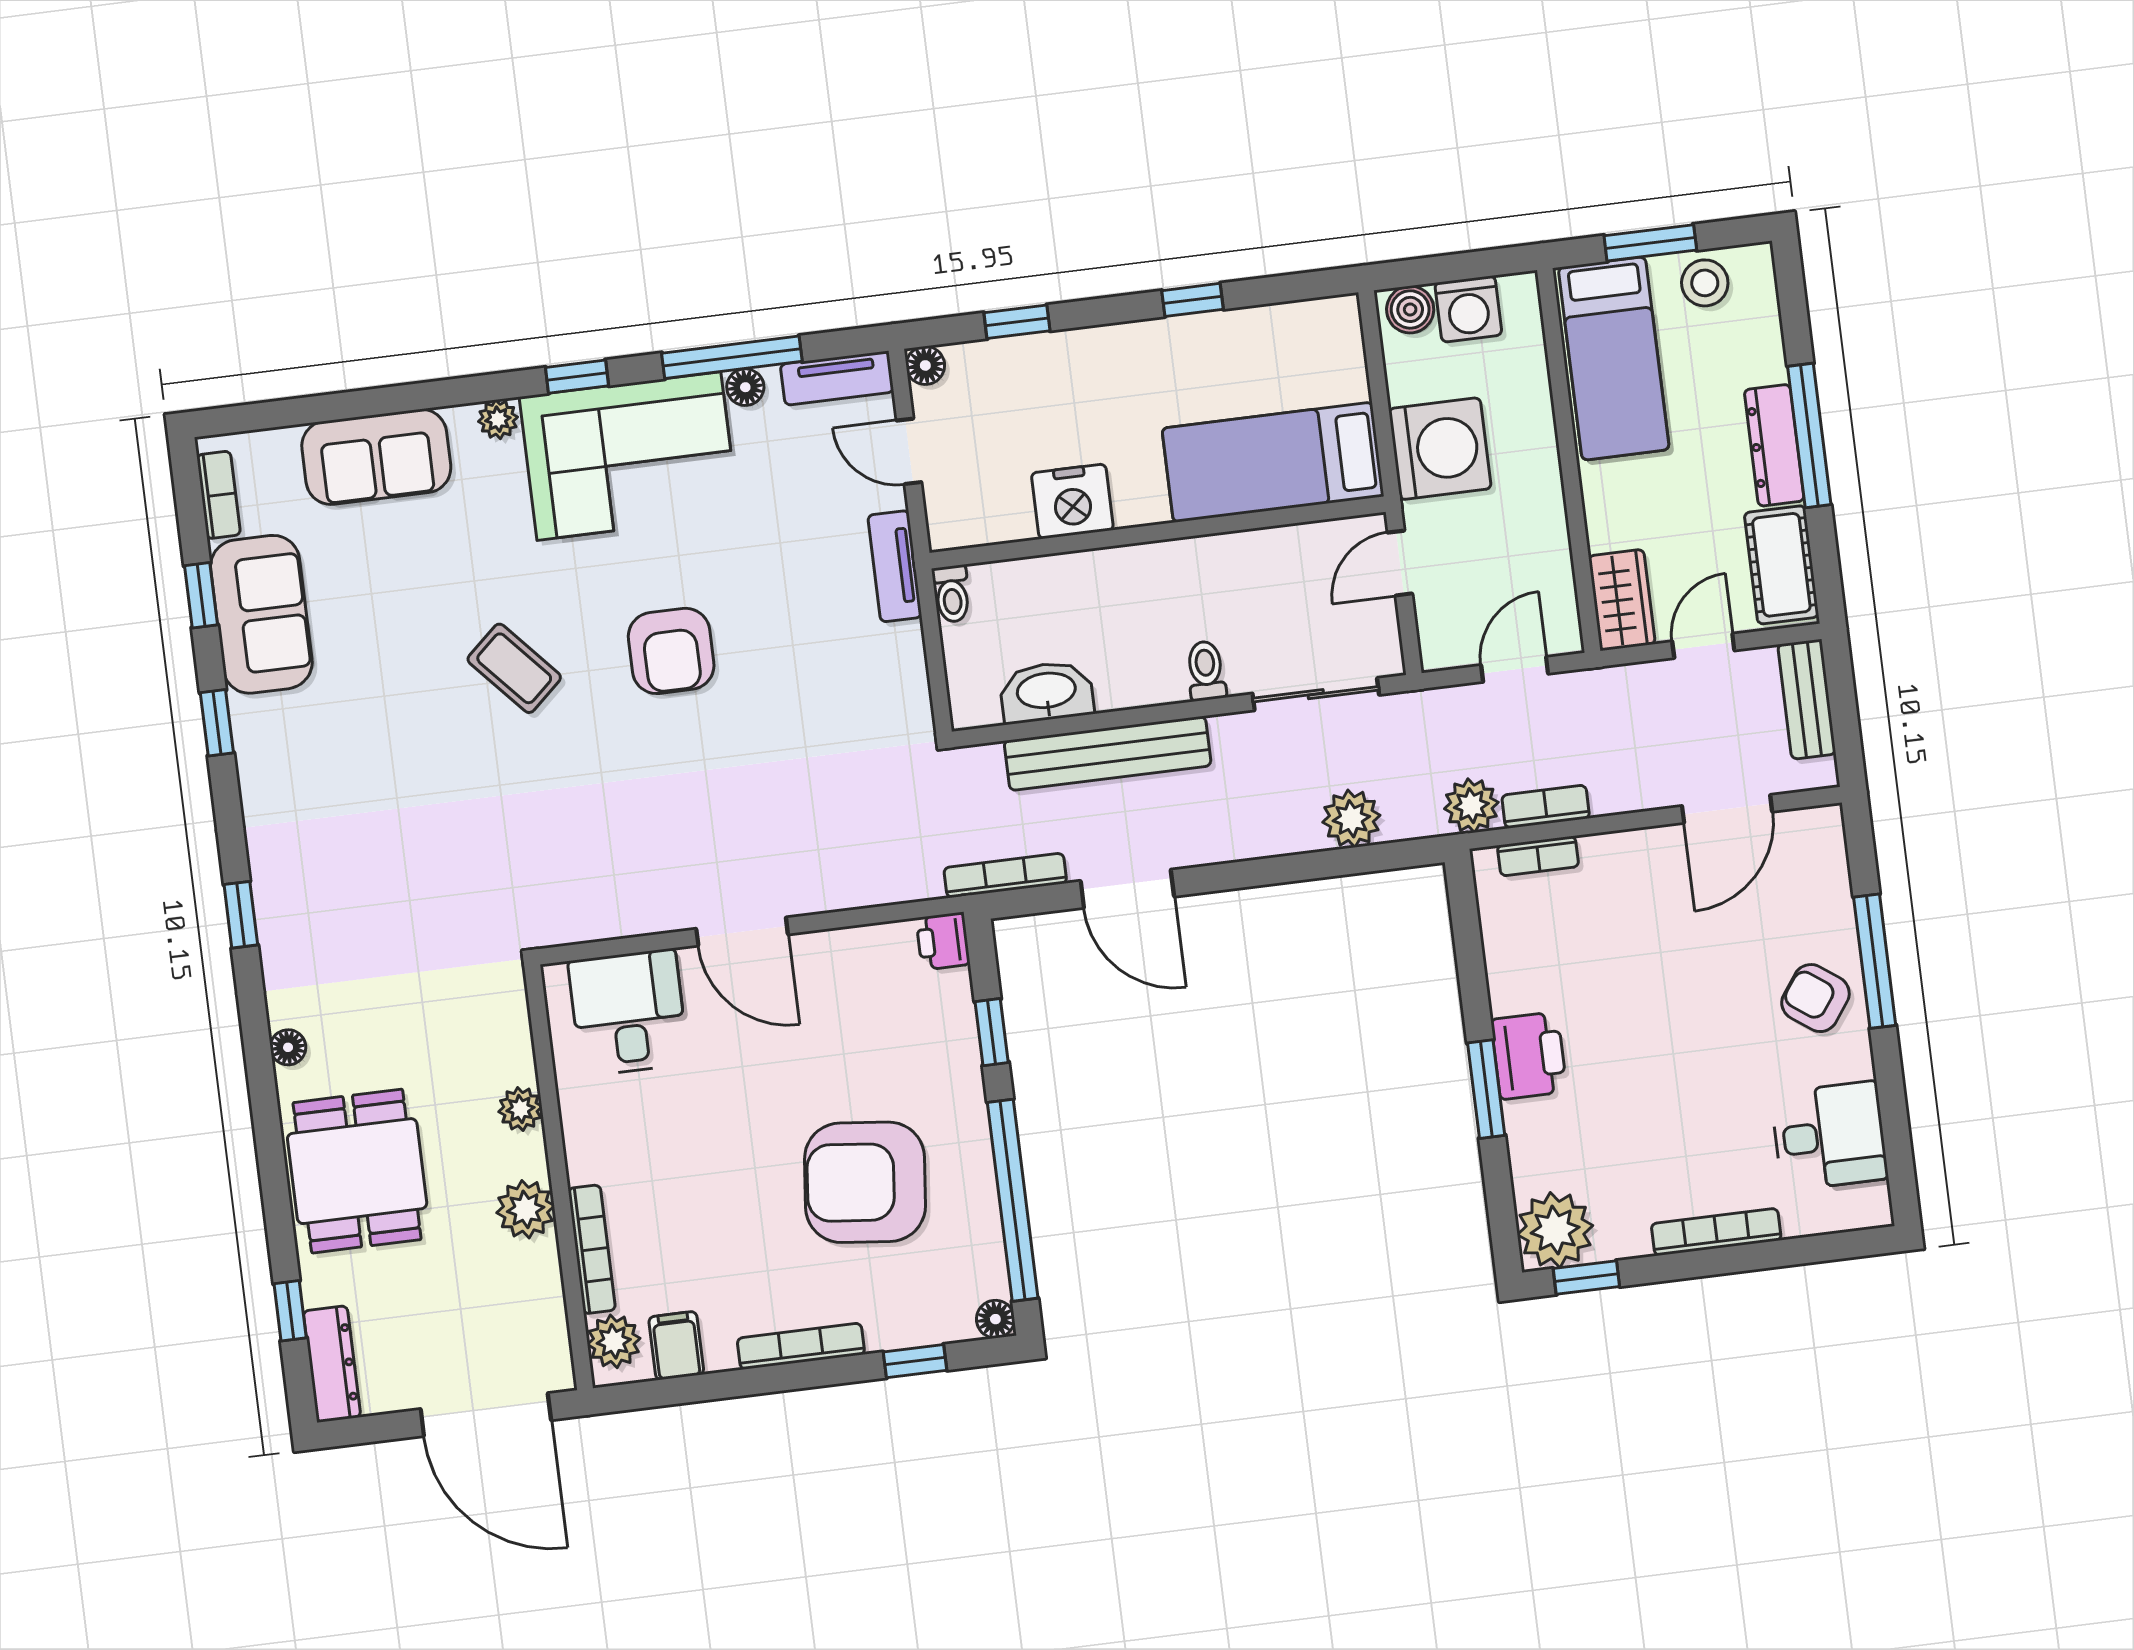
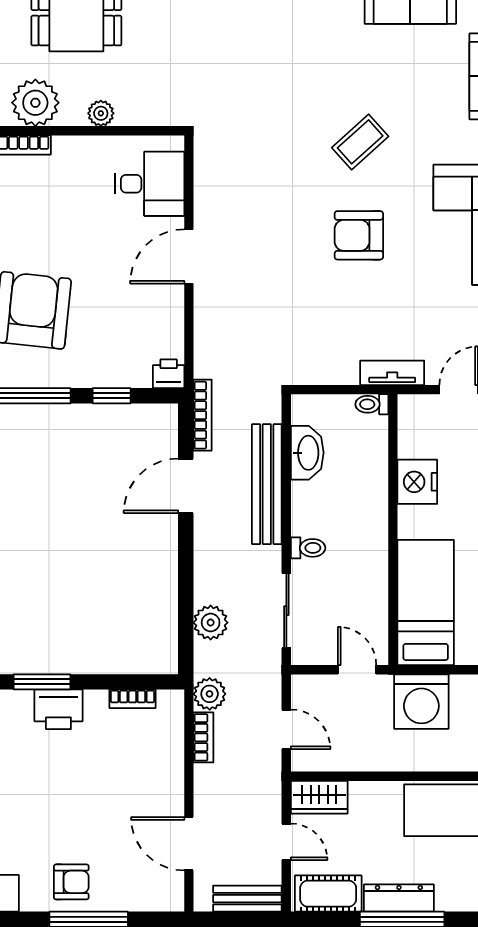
bookcase: (1538, 856) -> (132, 699), moved, turned -90
armchair: (1815, 998) -> (71, 882), turned 54
plant: (526, 1209) -> (35, 103), width x1.36, depth x1.36

